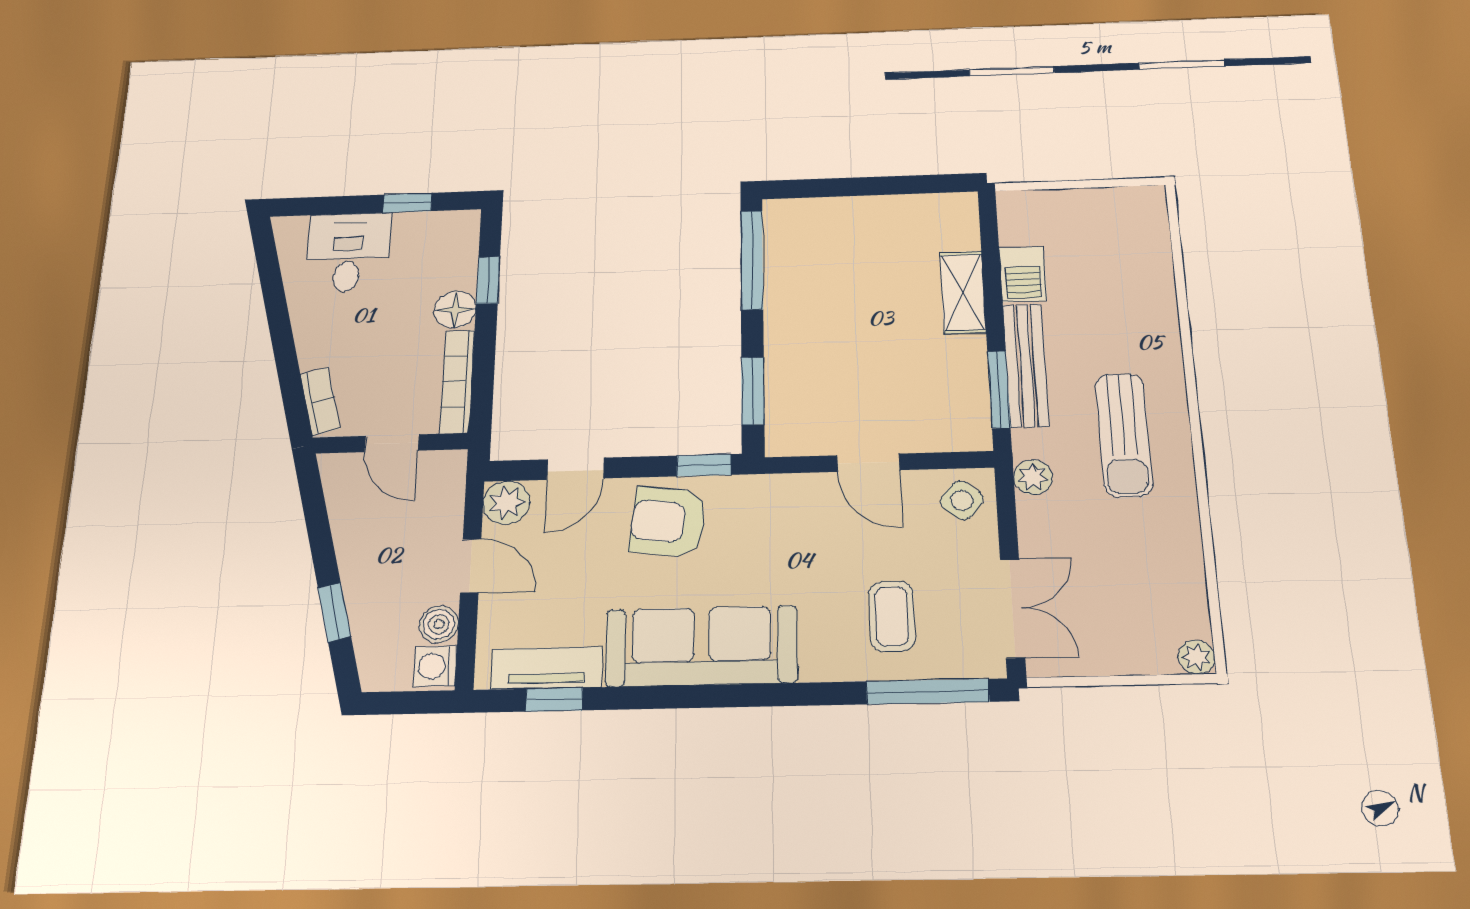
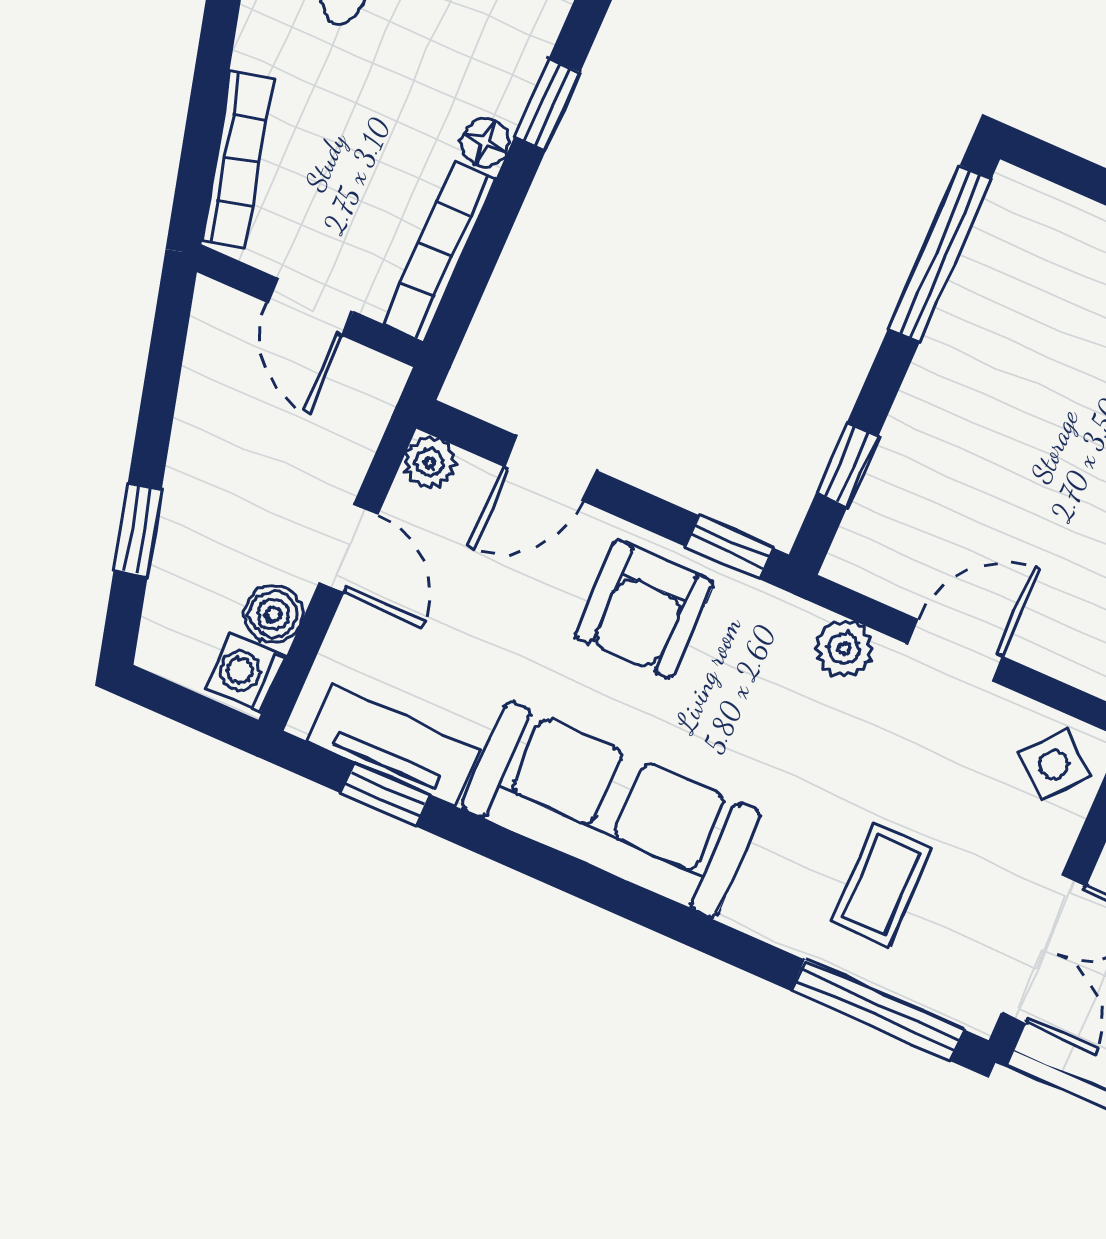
floor lamp: (455, 310) -> (486, 143), width x0.73, depth x0.73
window: (753, 391) -> (847, 465), width x0.67
bookcase: (320, 401) -> (237, 159), width x1.56
door: (868, 463) -> (955, 650), swing flipped
plant: (801, 491) -> (844, 648), added
plant: (506, 503) -> (429, 463), width x0.73, depth x0.73
armchair: (668, 522) -> (644, 609), turned -97

